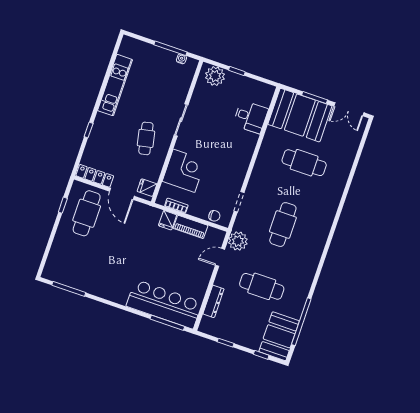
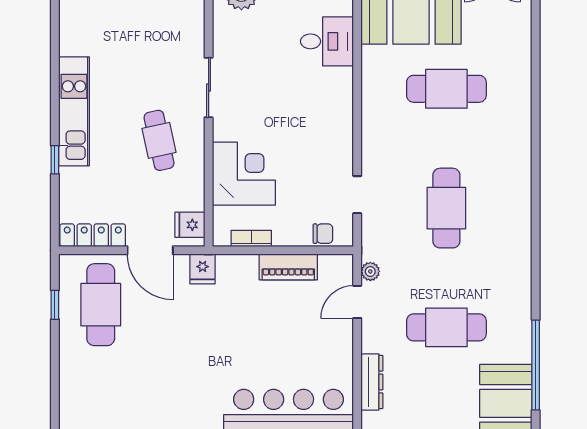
kitchen unit: (115, 85) -> (74, 111), moved
fridge: (168, 220) -> (203, 269), moved
plant: (238, 241) -> (370, 271), width x0.53, depth x0.53

